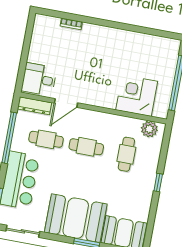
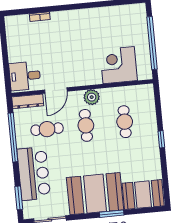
plant: (149, 129) -> (92, 97), moved
cafe table: (86, 147) -> (86, 125), turned 90

